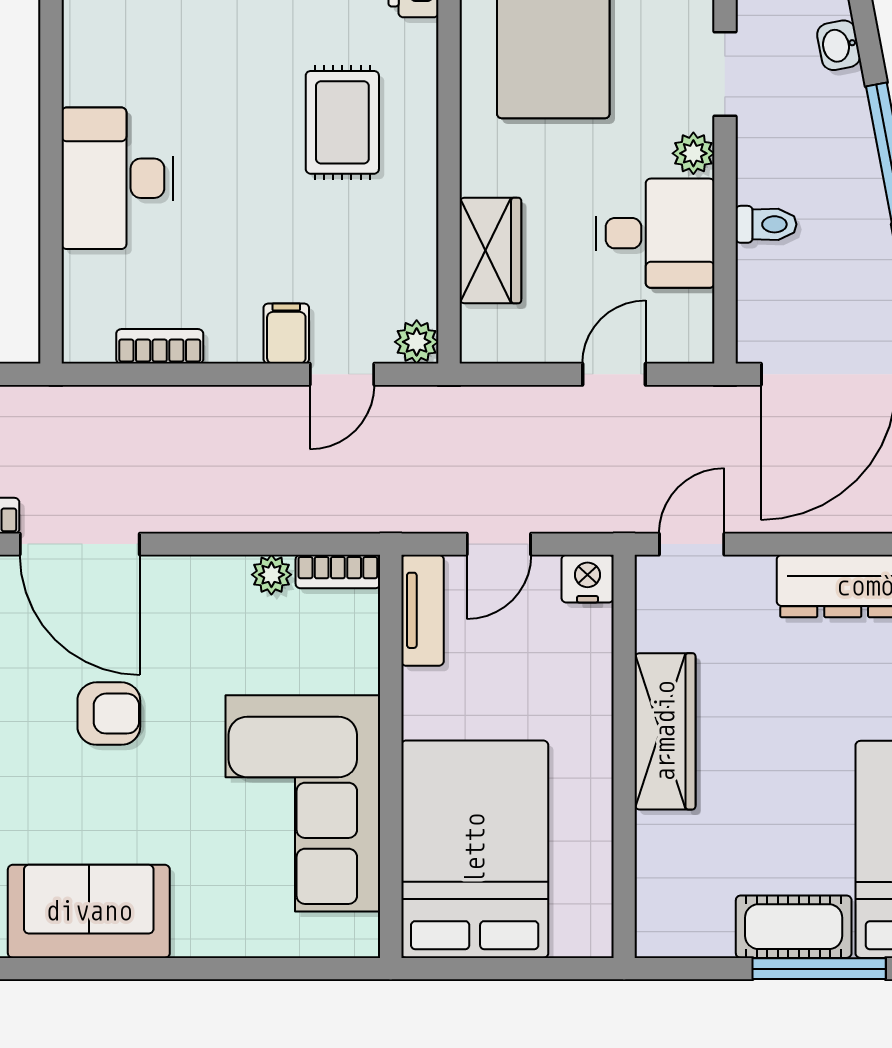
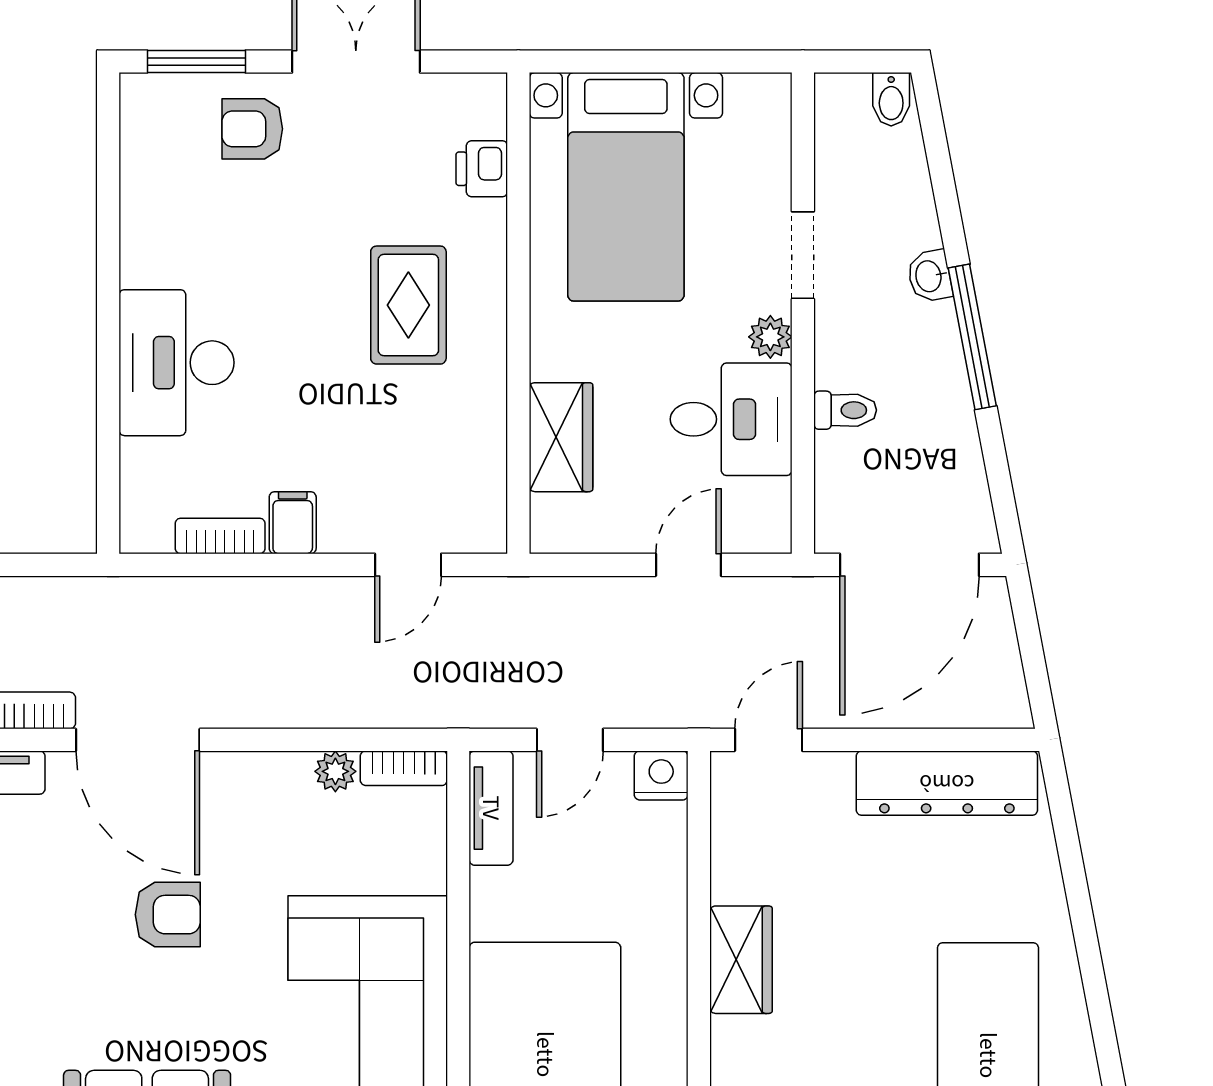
washbasin: (839, 45) -> (930, 276), moved
filing cabinet: (286, 333) -> (293, 523), moved
plant: (417, 342) -> (485, 531), removed
wardrobe: (665, 731) -> (741, 960), width x0.67

